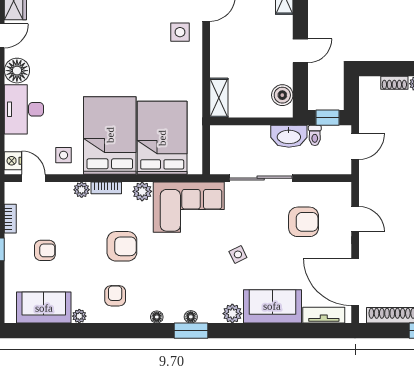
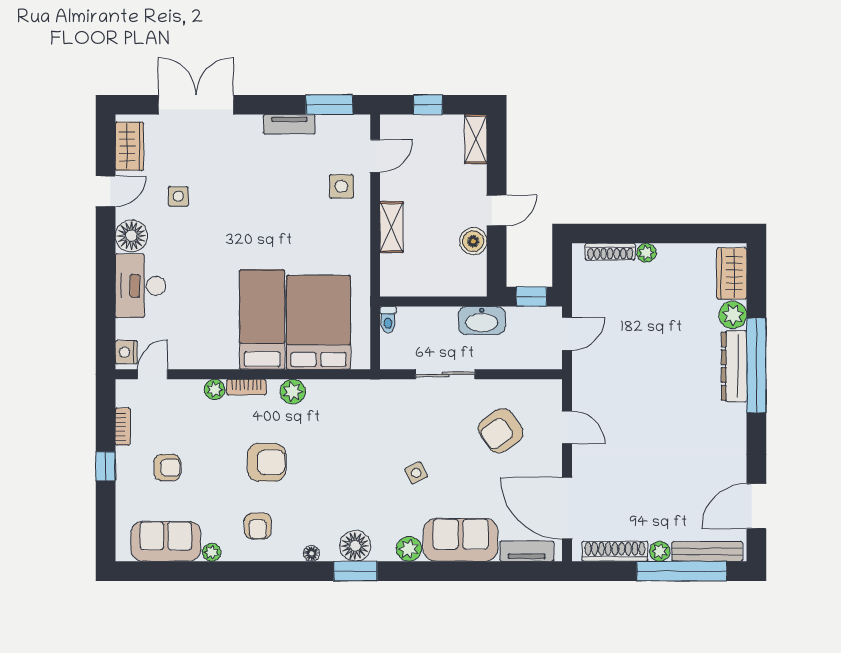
shoe rack: (394, 83) -> (610, 252), width x1.43
boiler: (282, 95) -> (473, 241), moved
shelving: (219, 98) -> (391, 227), moved
bed: (110, 135) -> (262, 320), width x0.67
toilet: (315, 135) -> (388, 320), moved
side table: (64, 155) -> (178, 196), moved
door: (33, 178) -> (153, 374), hinge flipped
sliding door: (261, 178) -> (445, 374), width x0.73
corner sofa: (189, 207) -> (353, 412), removed
armchair: (304, 222) -> (501, 431), turned 144
armchair: (115, 296) -> (258, 526), turned 180
floor lamp: (191, 317) -> (355, 546), width x1.89, depth x1.89

